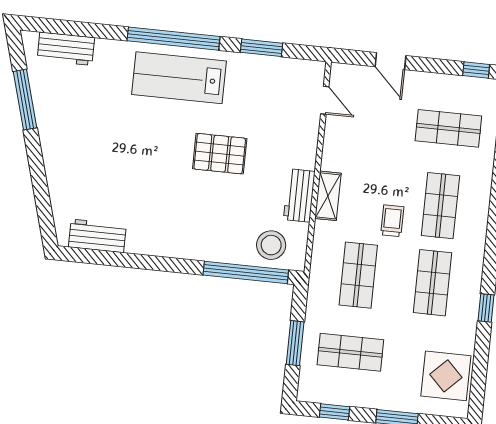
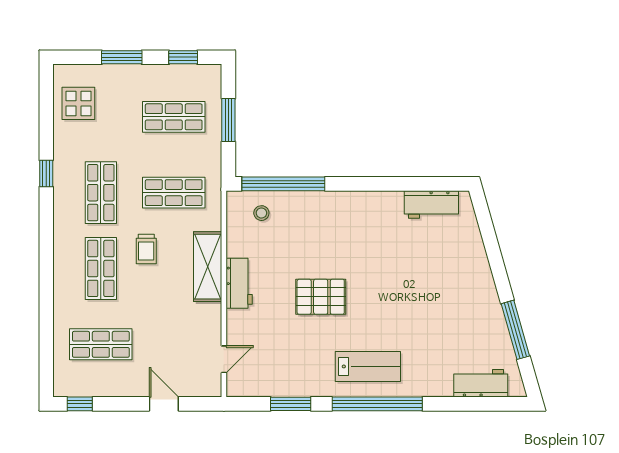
lab bench: (179, 78) -> (368, 366), width x0.73, depth x0.72
door: (325, 100) -> (224, 359), swing flipped
workbench: (299, 195) -> (239, 283), moved
shelving: (328, 196) -> (208, 267), width x1.50, depth x1.33
stool: (271, 245) -> (261, 213), width x0.53, depth x0.53
shop shelf: (358, 275) -> (174, 193), turned 90
display table: (446, 376) -> (78, 103), width x0.73, depth x0.73

